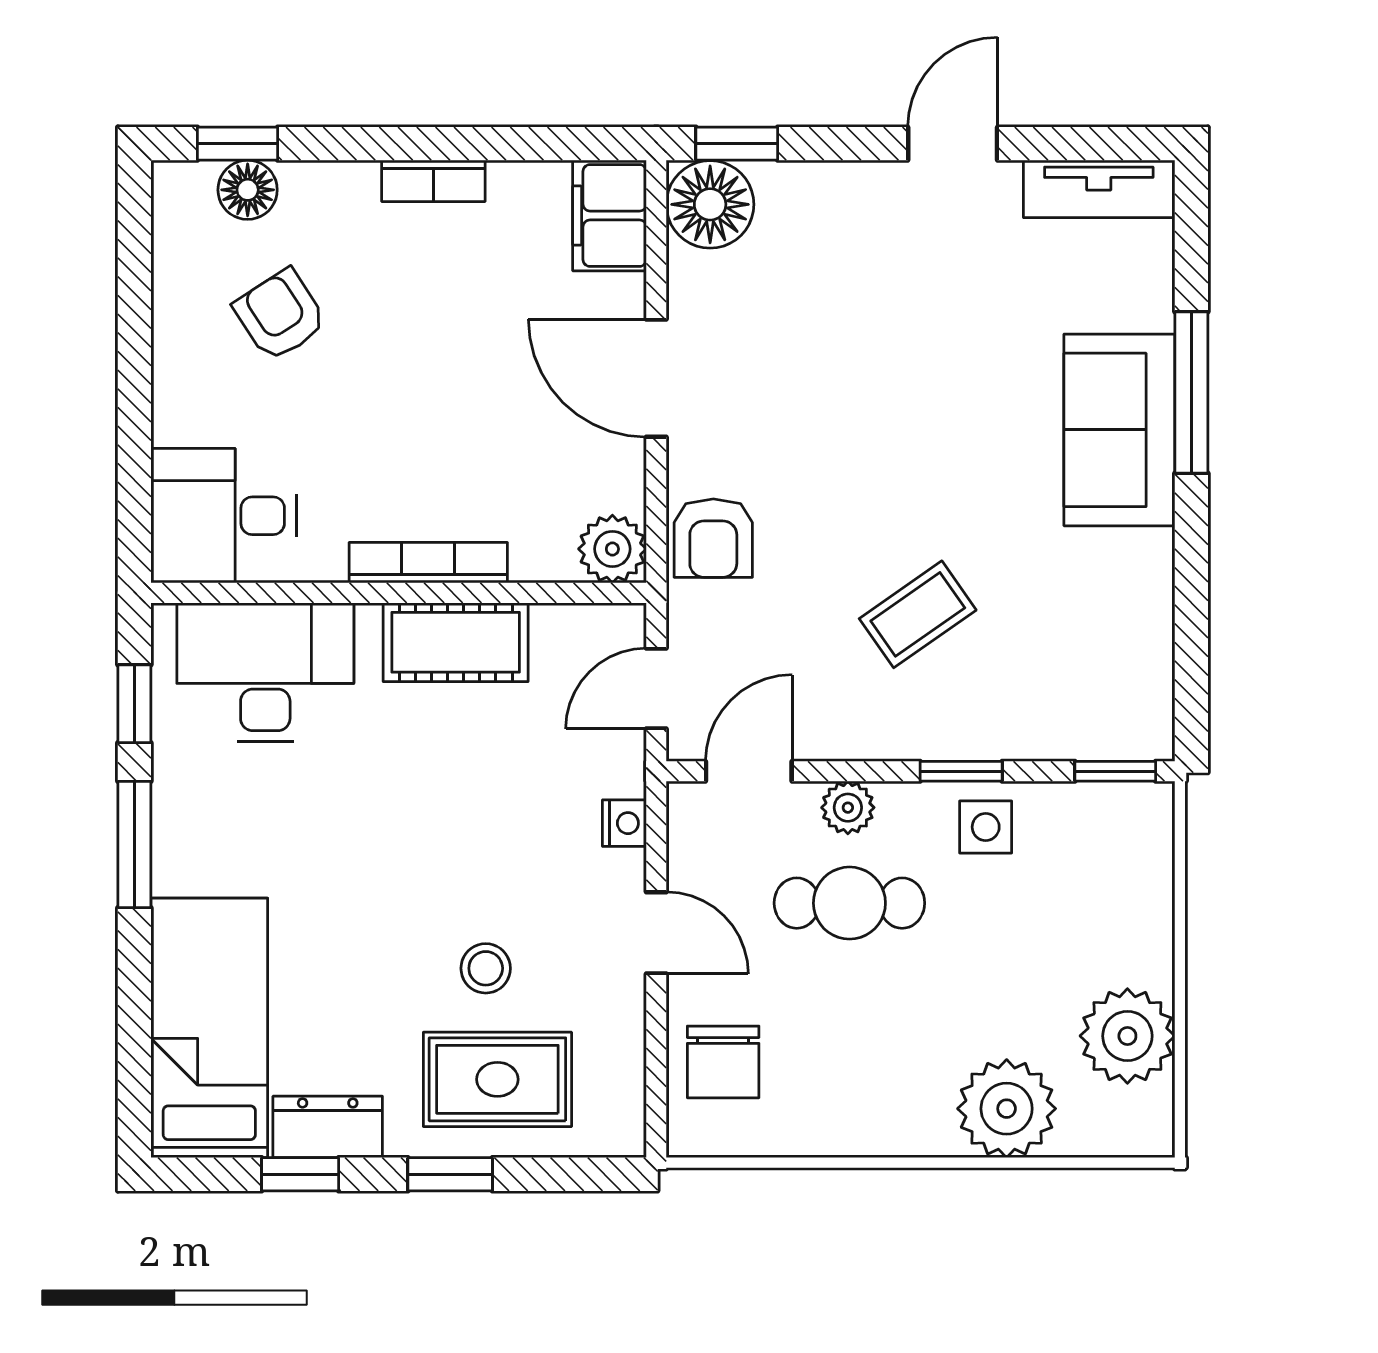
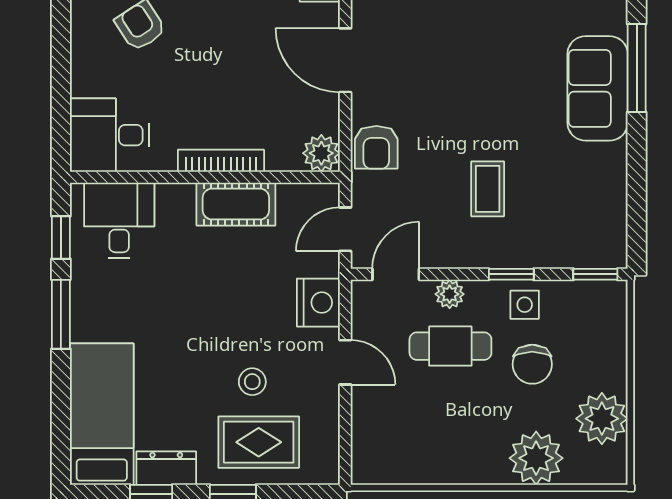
coffee table: (918, 614) -> (488, 189), turned -55
desk: (265, 672) -> (119, 220), width x0.73
nightstand: (624, 823) -> (318, 303), width x1.89, depth x1.79
chair: (723, 1062) -> (532, 364), moved

